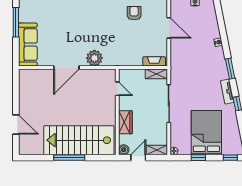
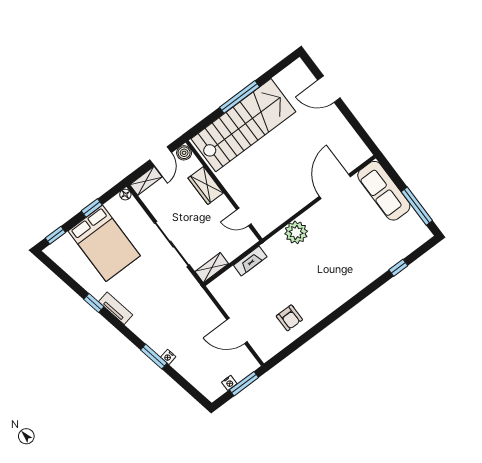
fireplace: (154, 61) -> (250, 261), moved
door: (66, 68) -> (335, 186), moved
window: (230, 69) -> (154, 357), moved

